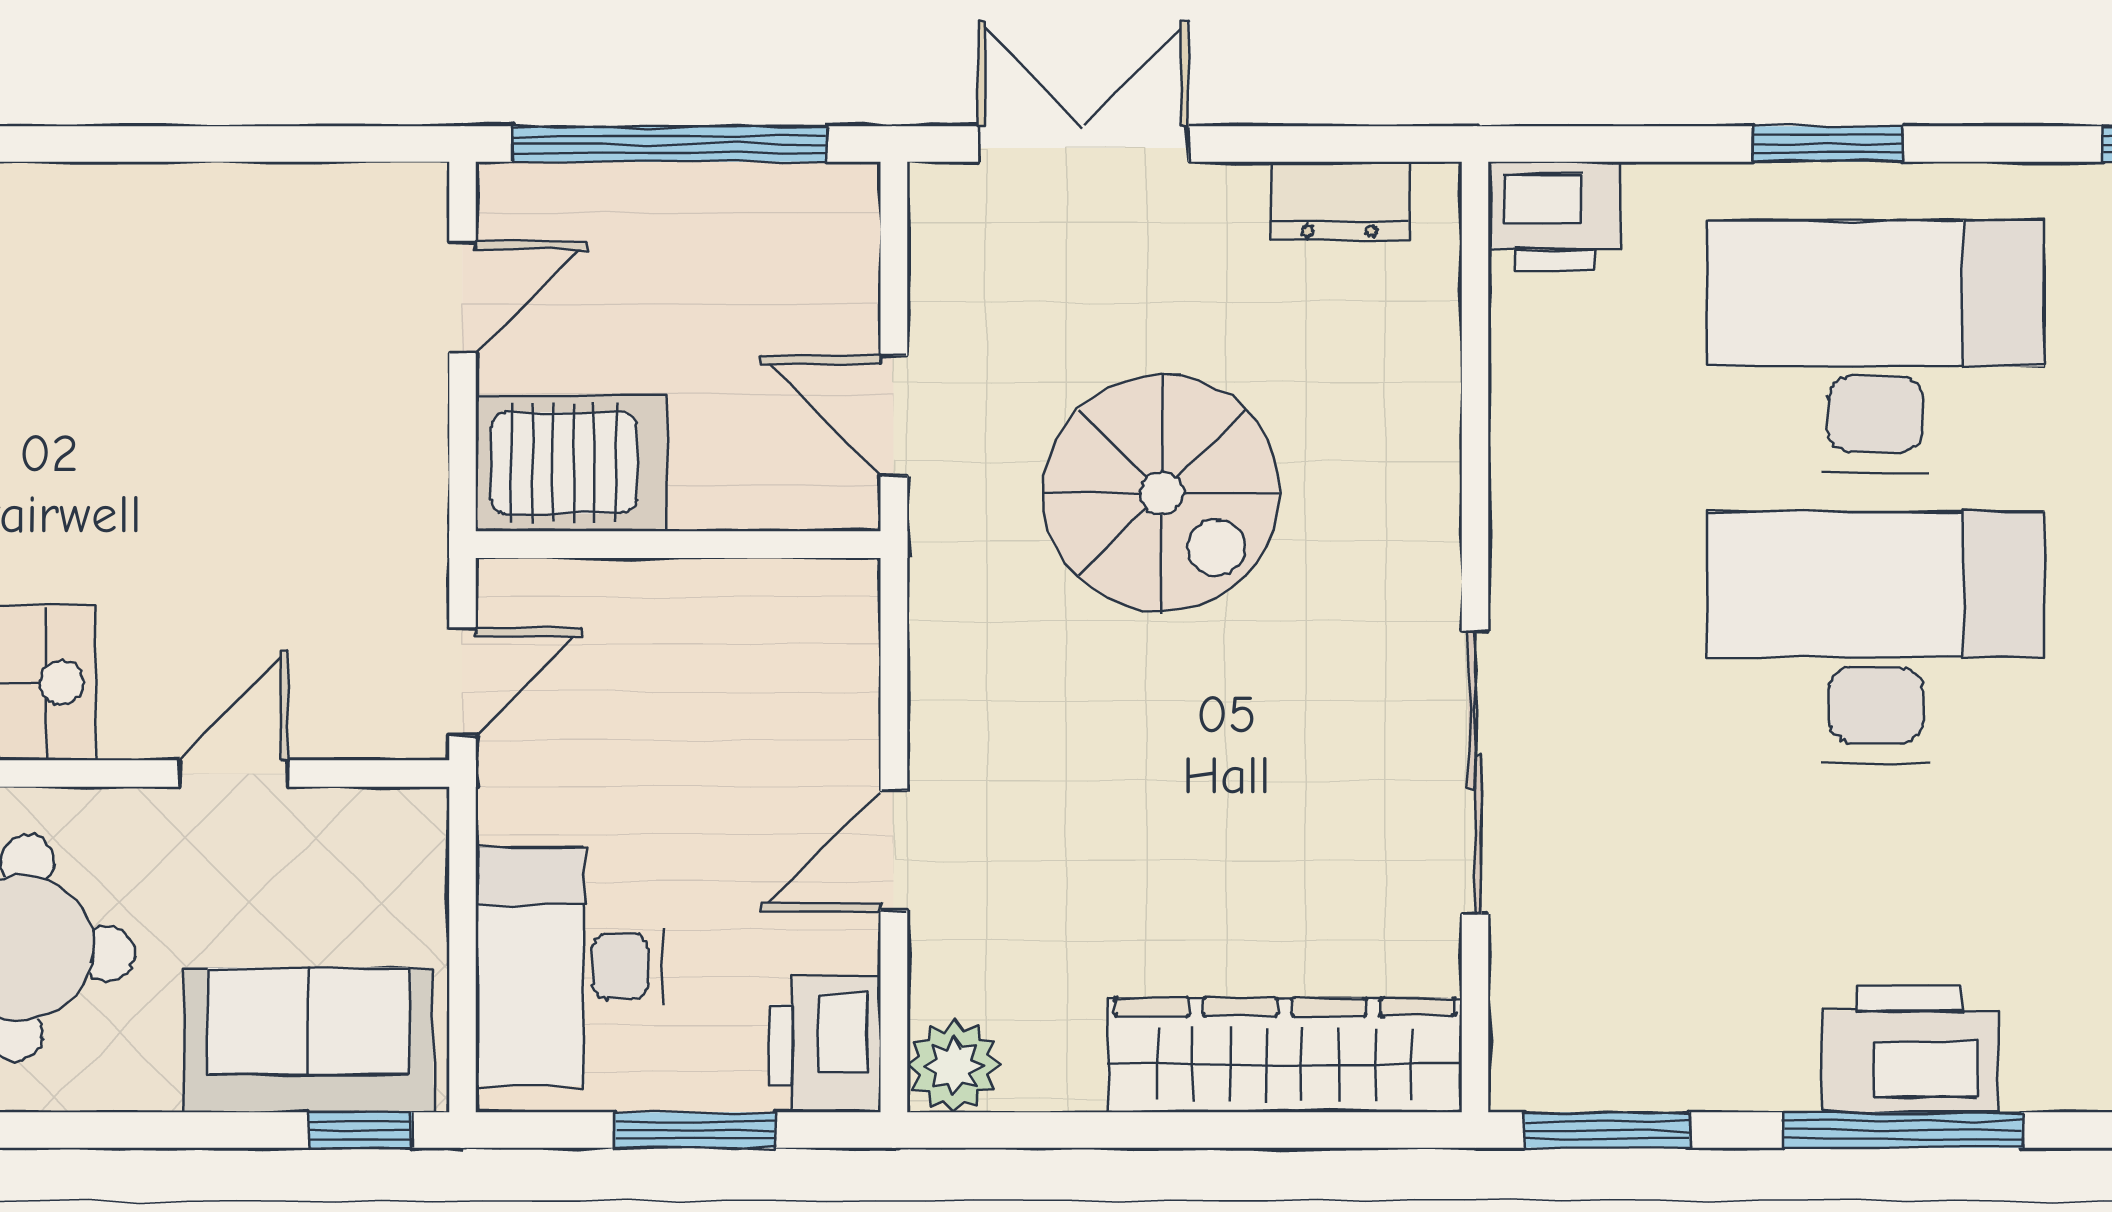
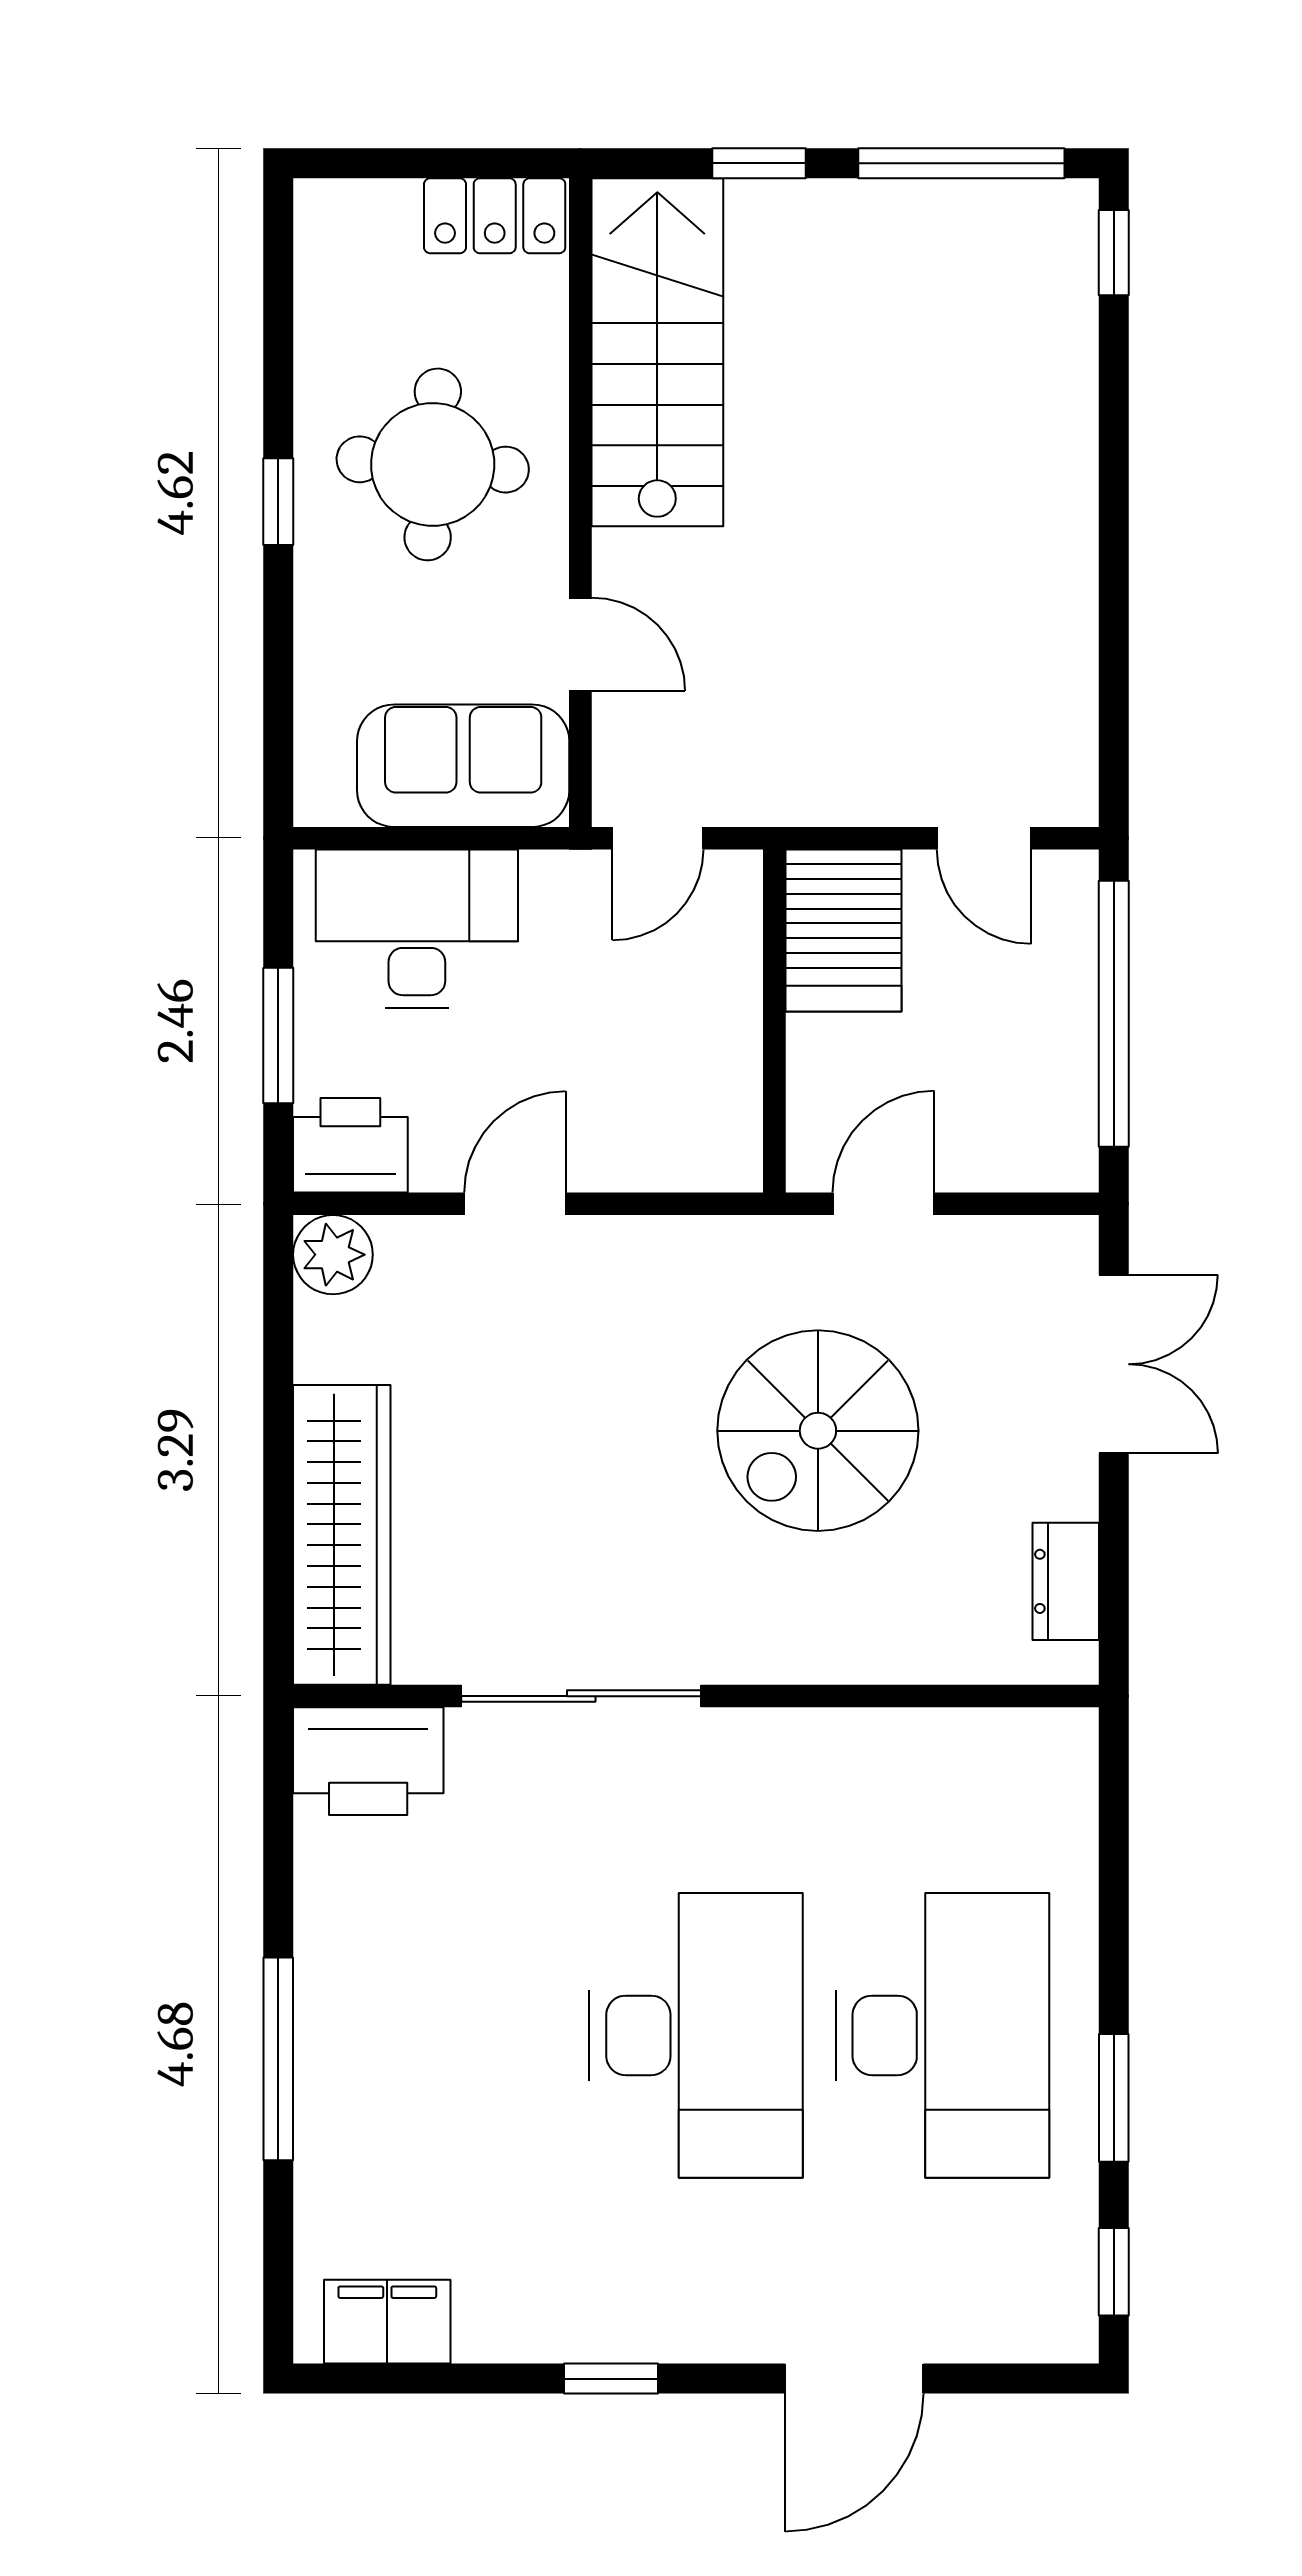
window: (1828, 144) -> (1114, 2098), moved
printer: (1555, 216) -> (1052, 1763), removed
door: (462, 682) -> (658, 838), hinge flipped
door: (894, 851) -> (515, 1204), hinge flipped
sofa: (308, 1040) -> (463, 766), moved, turned -90
printer: (1910, 1049) -> (368, 1761), moved, turned 90
window: (360, 1130) -> (278, 502), moved
window: (1607, 1130) -> (278, 1808), removed

